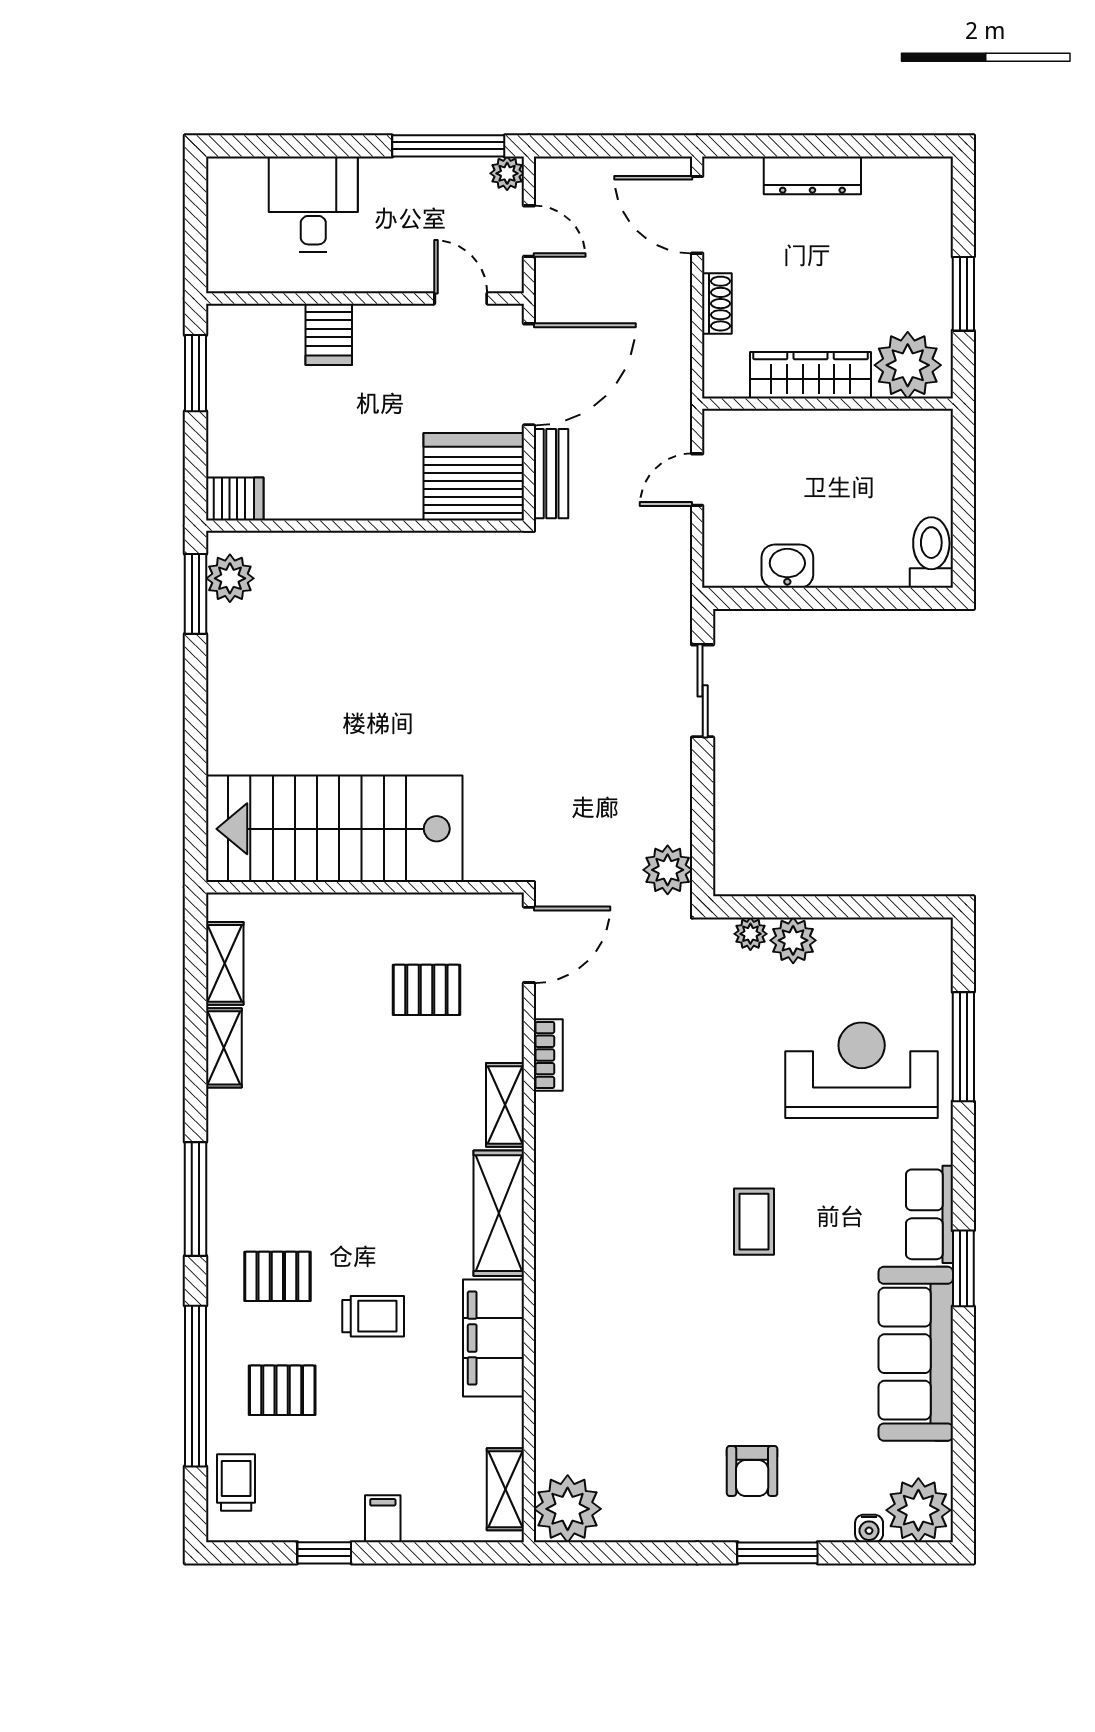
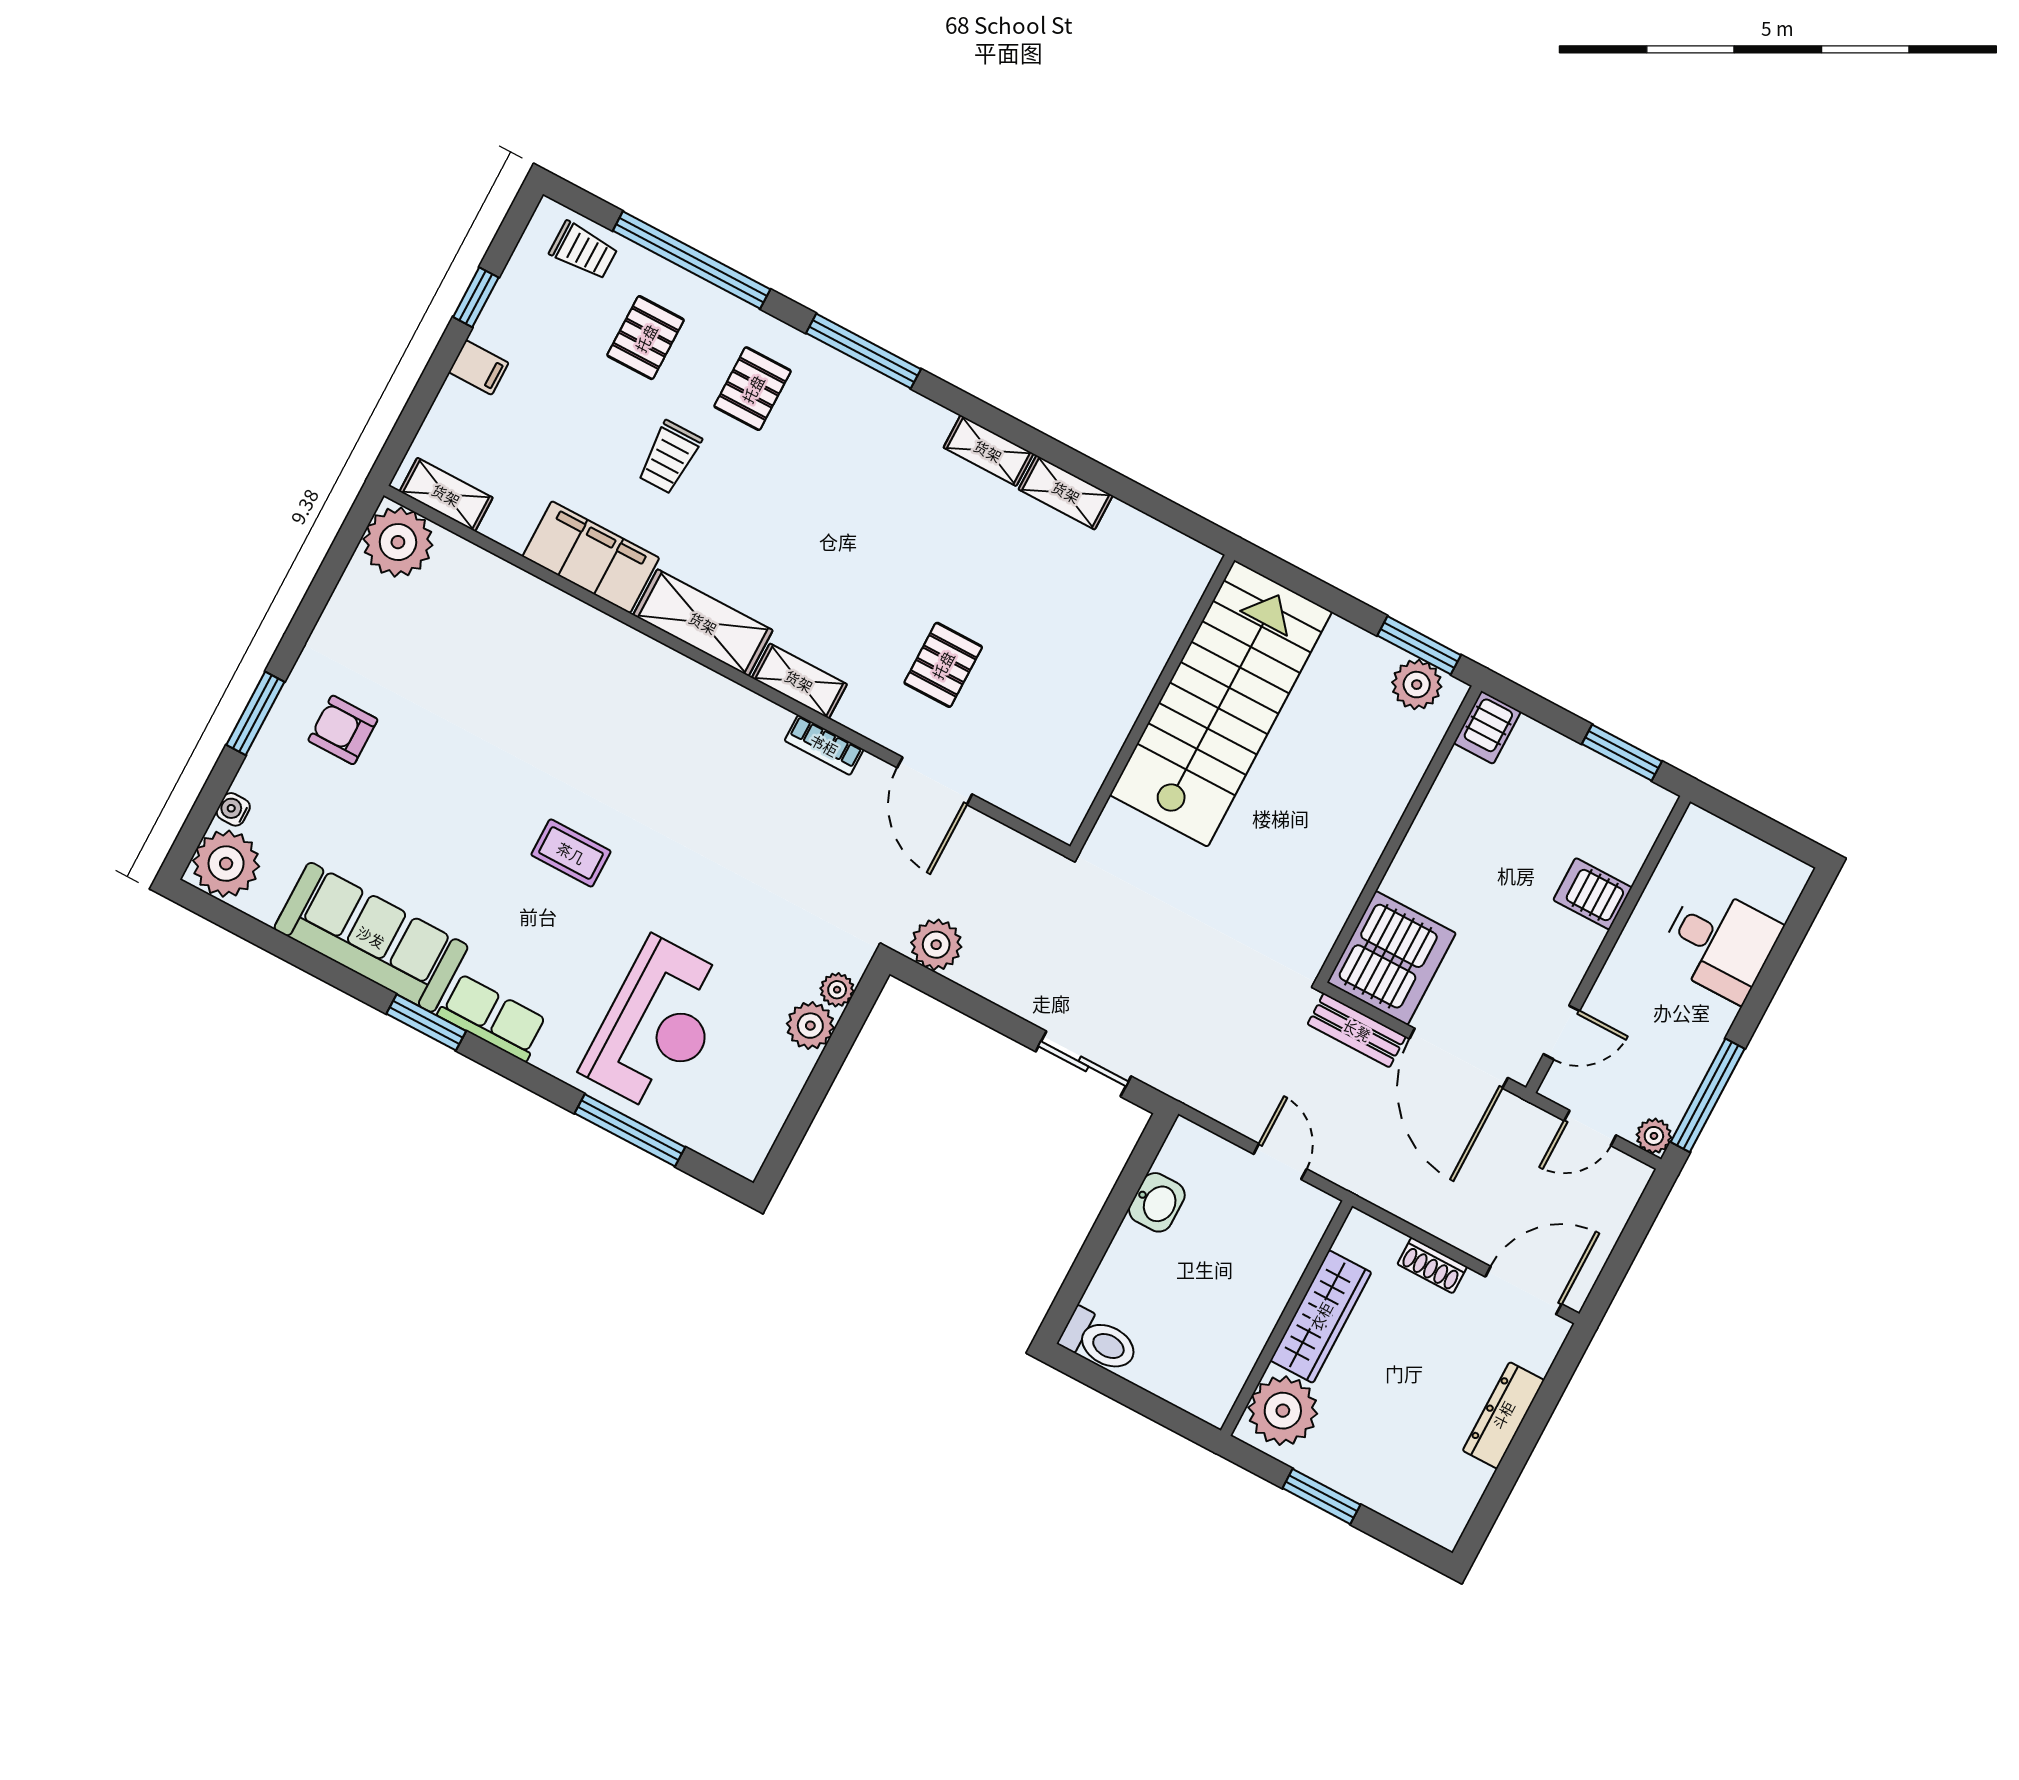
stairs: (334, 829) -> (1221, 703), moved
wall: (365, 887) -> (1152, 703), moved

